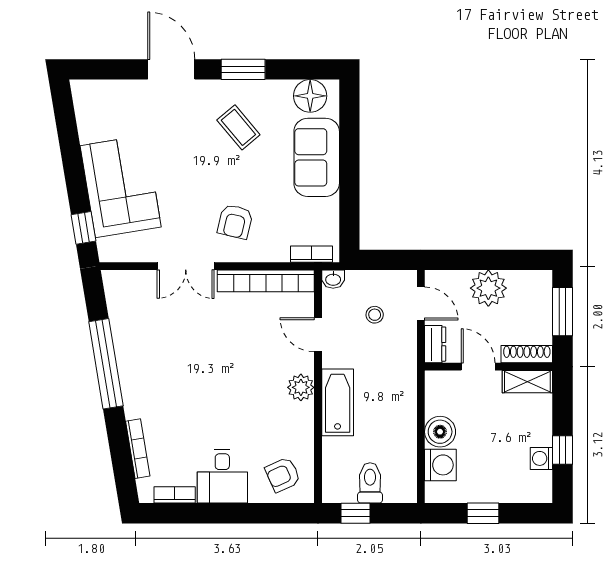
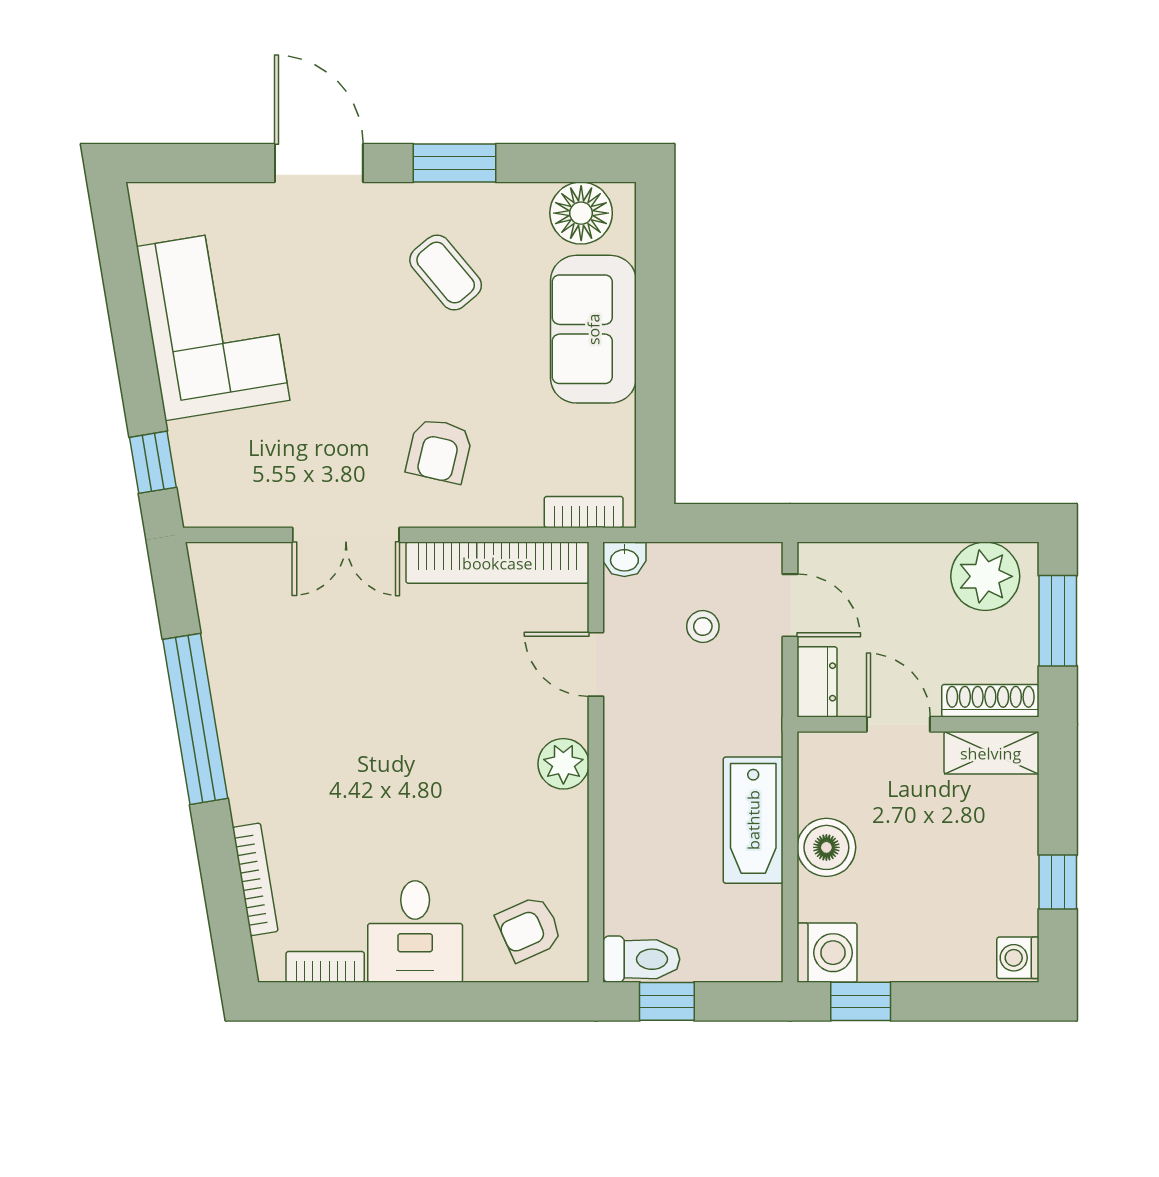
corner sofa: (121, 186) -> (213, 323), moved
plant: (488, 288) -> (985, 576), moved
bathtub: (338, 402) -> (753, 820), moved, turned 180
washing machine: (541, 458) -> (1018, 958), moved
washing machine: (440, 465) -> (827, 953), moved
toilet: (370, 483) -> (641, 959), moved, turned 90
window: (483, 513) -> (861, 1001), moved

